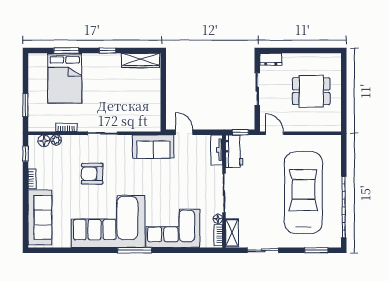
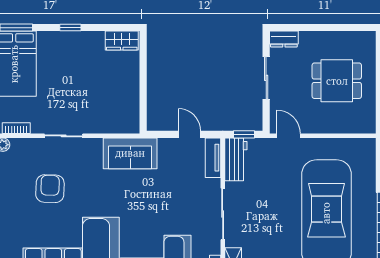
wardrobe: (141, 60) -> (122, 41), width x0.67
door: (184, 132) -> (189, 134), moved
armchair: (92, 174) -> (50, 189), turned 92
floor lamp: (218, 219) -> (215, 248), removed

